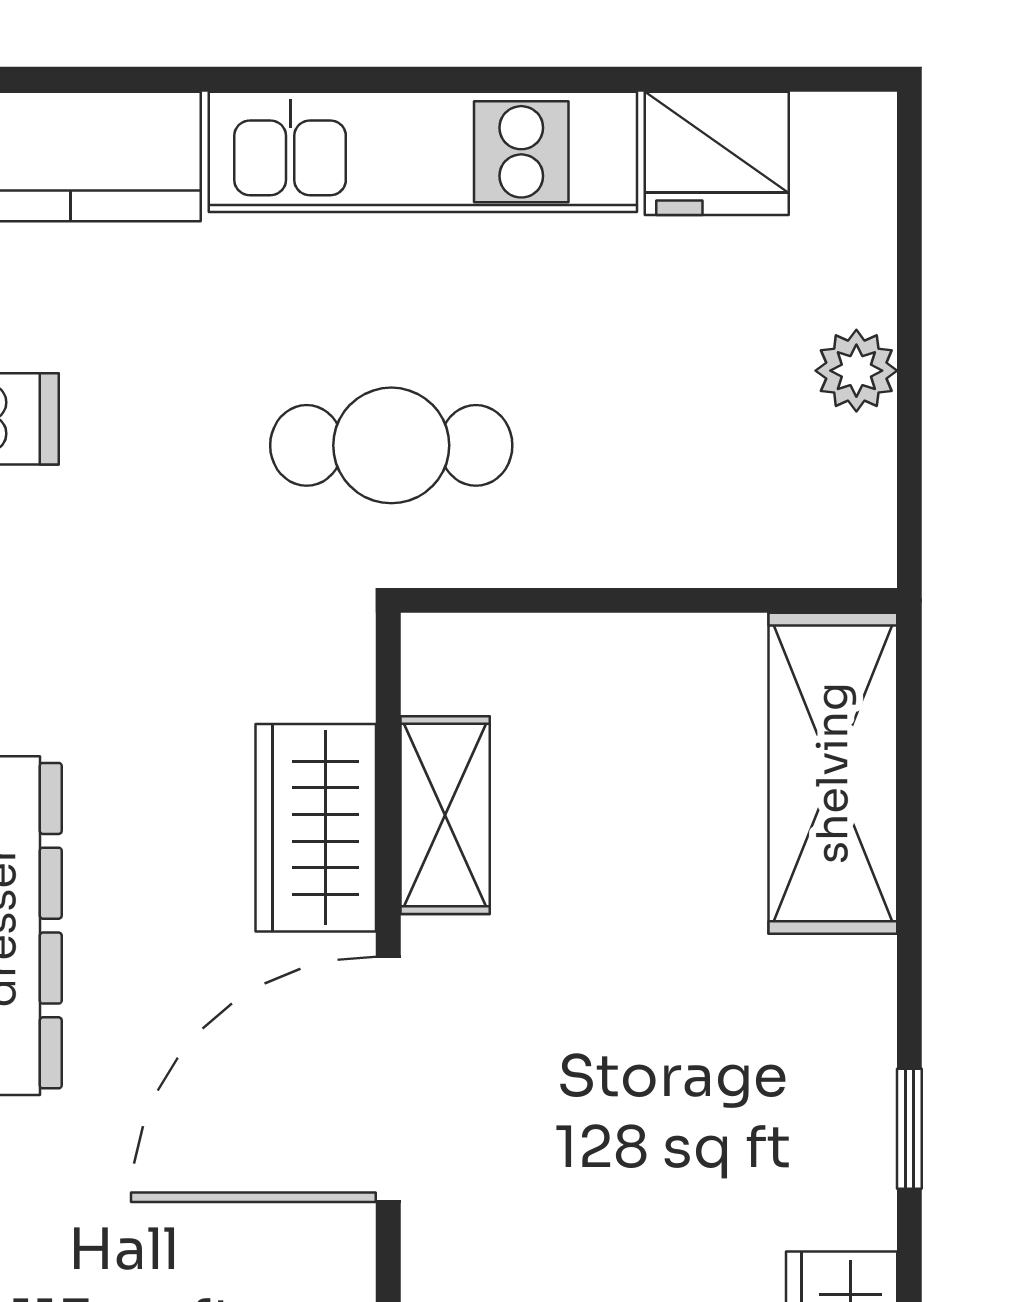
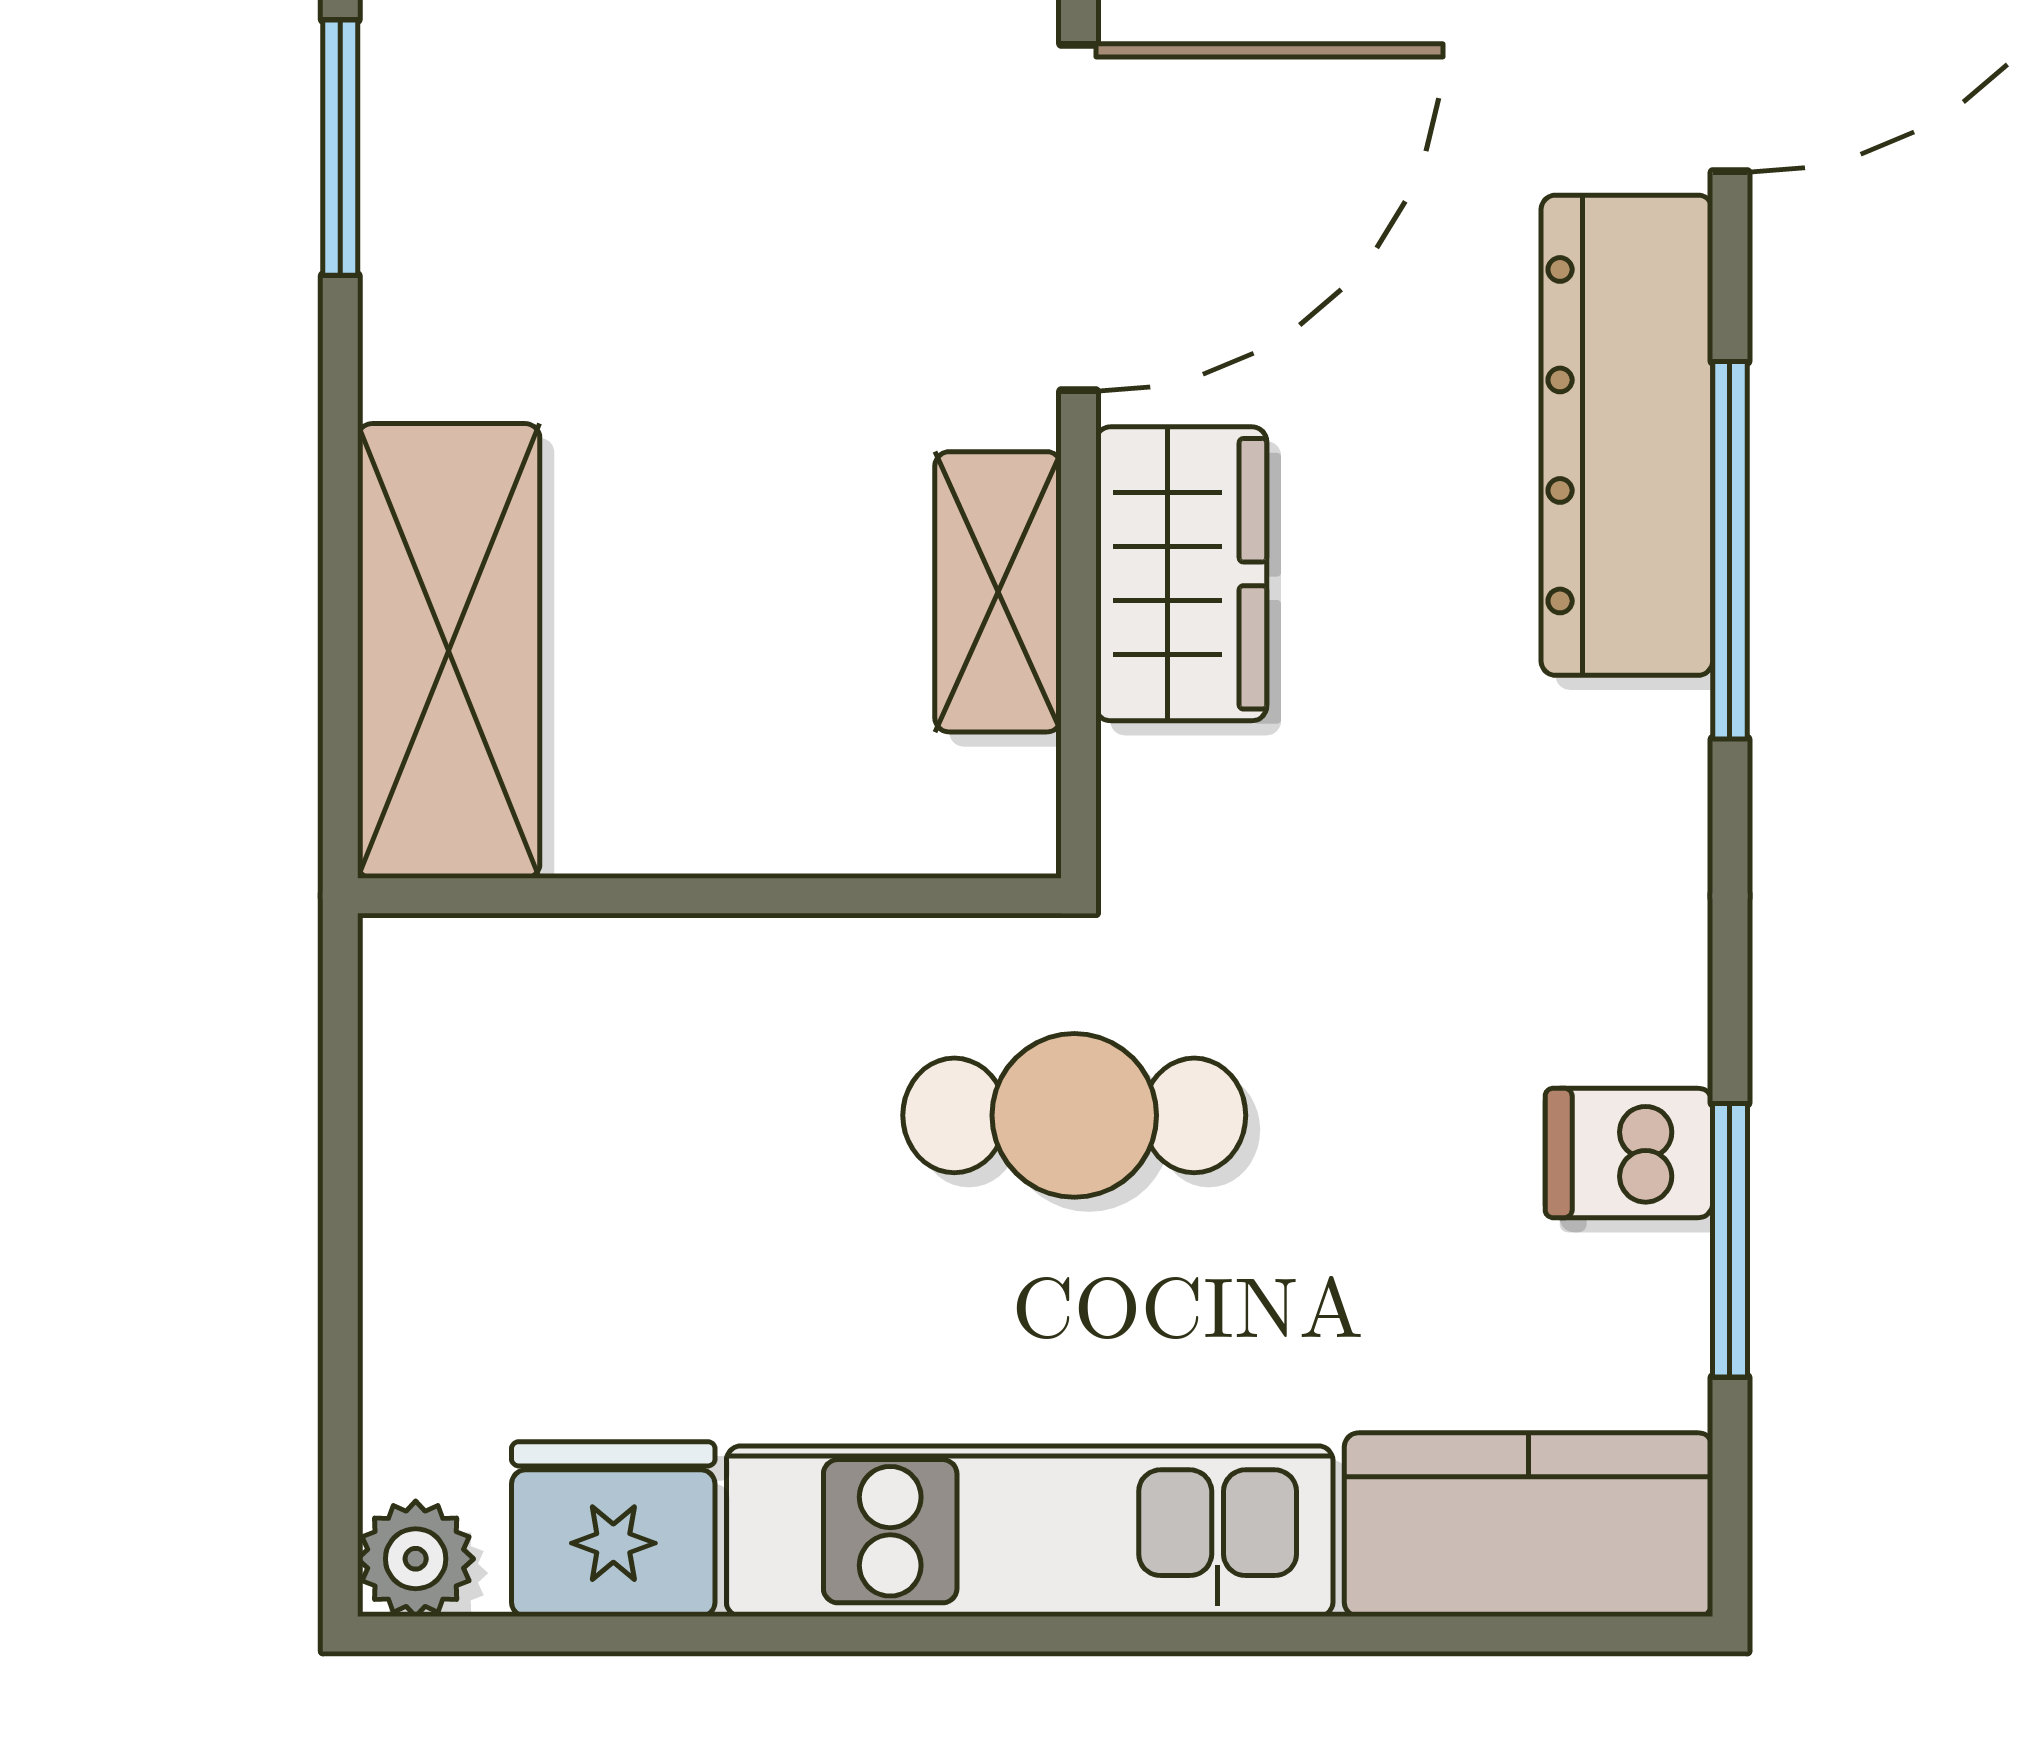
plant: (856, 371) -> (416, 1559), moved
window: (909, 1129) -> (340, 148), width x1.50

